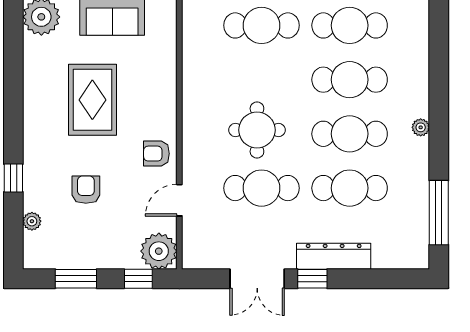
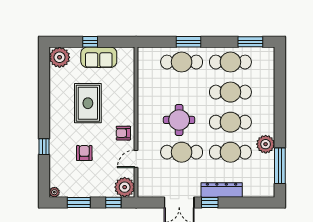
plant: (421, 127) -> (266, 144), moved, width x1.88, depth x1.88
plant: (32, 221) -> (54, 192), moved

